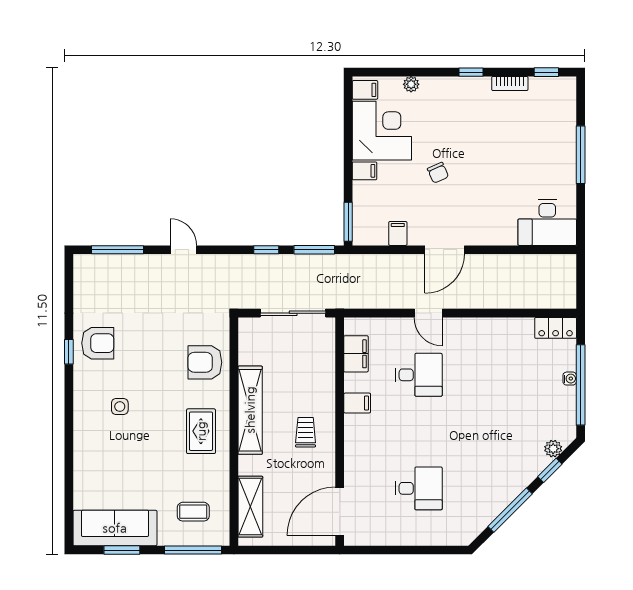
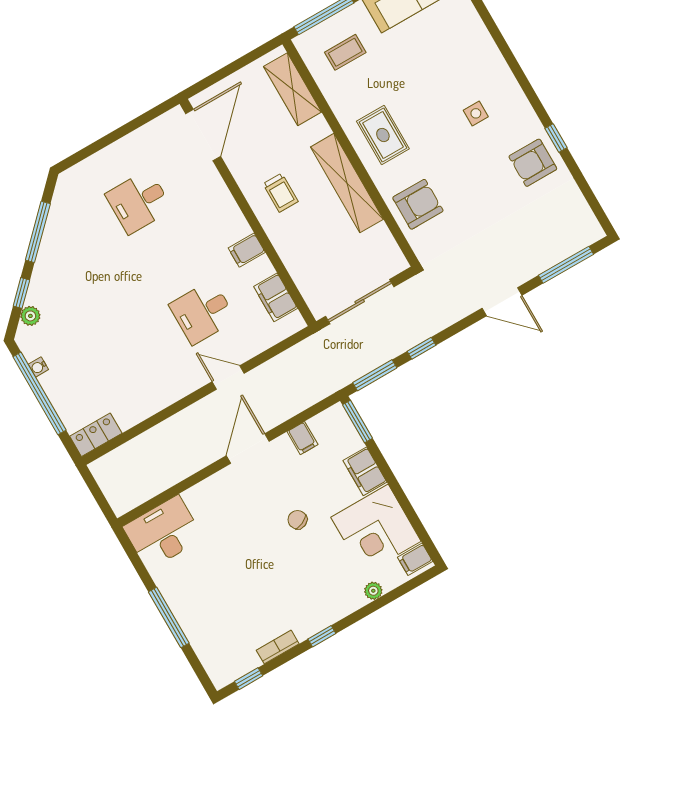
filing cabinet: (364, 171) -> (365, 471), width x2.00
door: (183, 250) -> (502, 302), width x1.38
water cooler: (570, 379) -> (38, 367), moved

